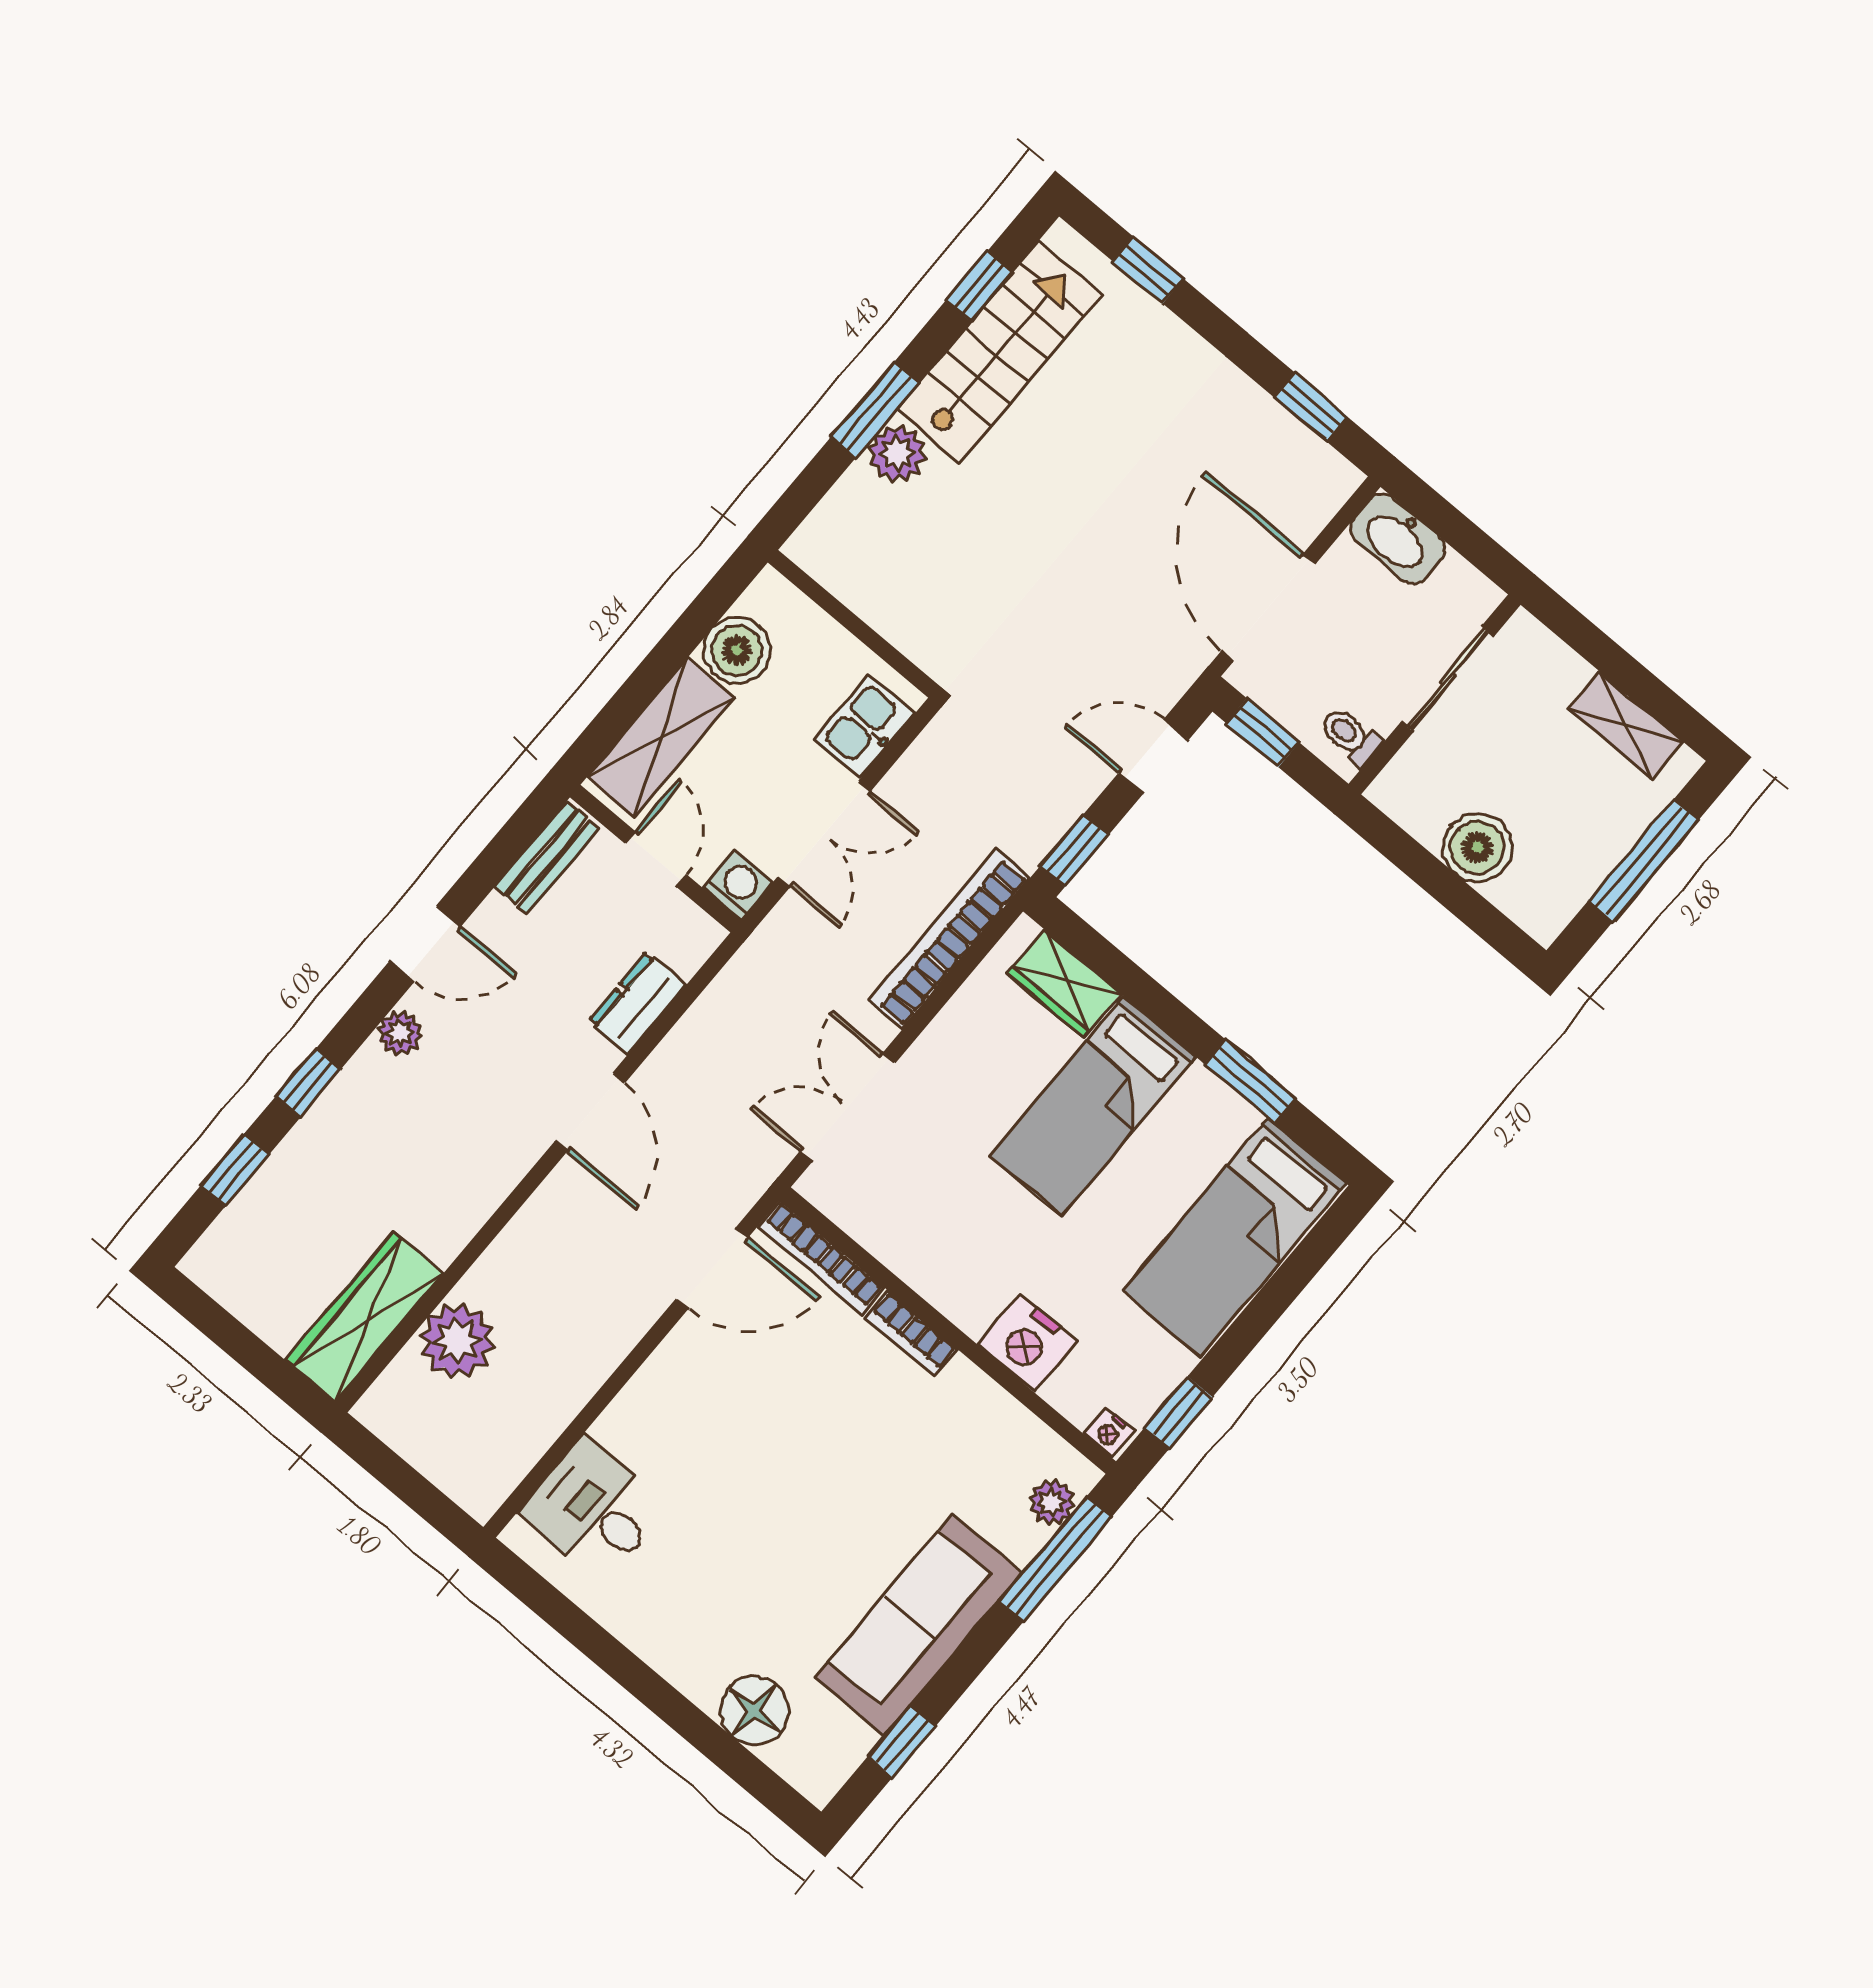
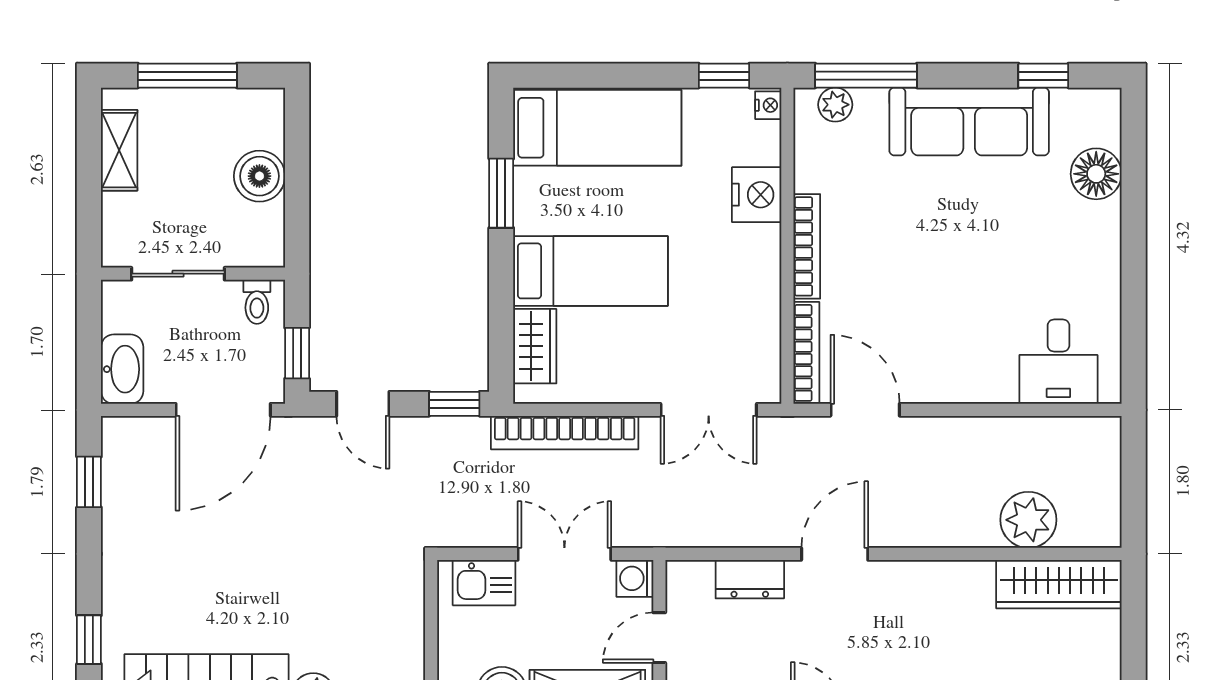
bookcase: (911, 1334) -> (807, 246), width x1.56

